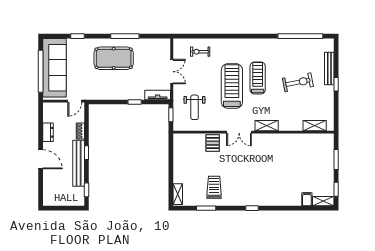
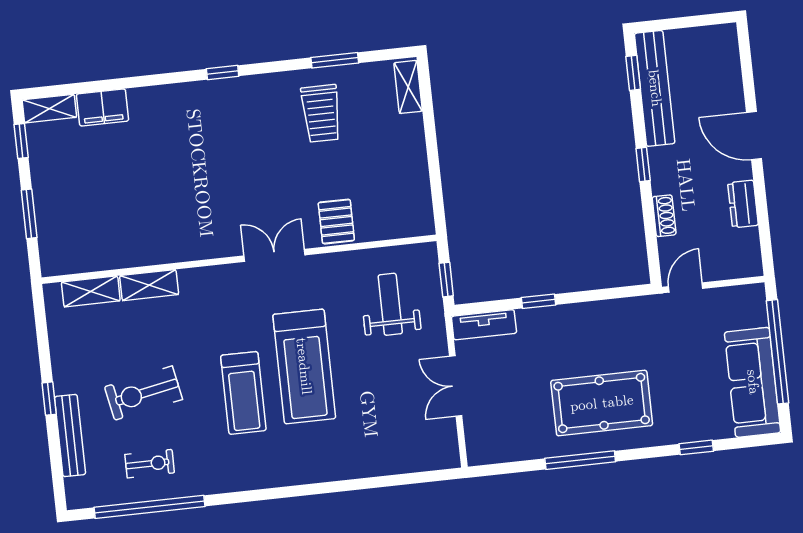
exercise bike: (200, 52) -> (150, 464), moved
sofa: (54, 68) -> (753, 382), width x0.74, depth x0.79
shelving: (267, 126) -> (149, 285), moved
bench: (79, 163) -> (655, 88), moved
filing cabinet: (307, 199) -> (103, 107), width x2.00

